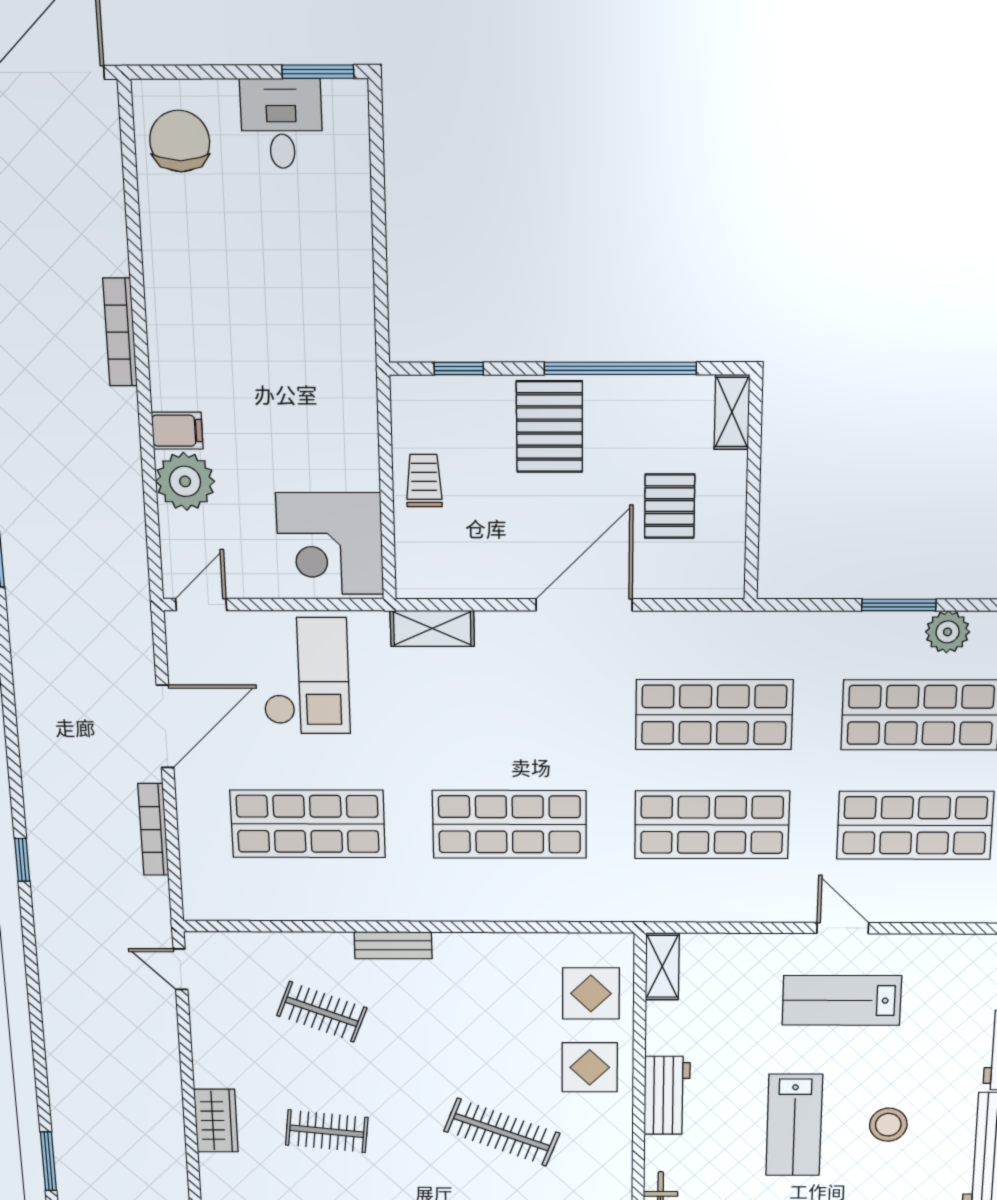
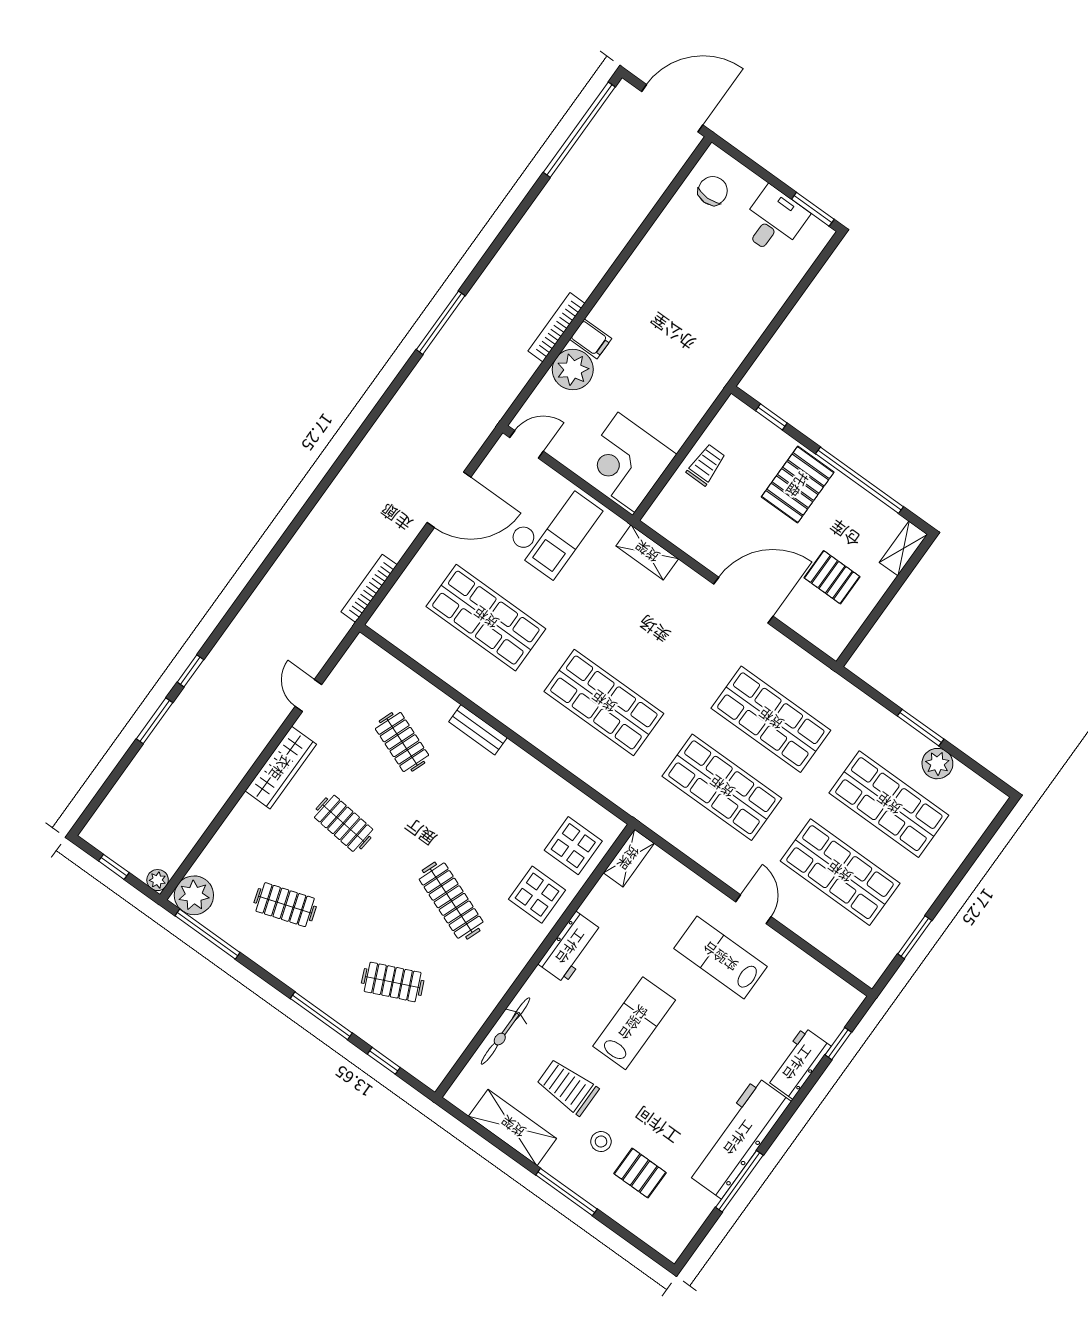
chair: (180, 141) -> (713, 191), width x0.73, depth x0.73
bookcase: (120, 332) -> (557, 327), moved
pallet: (670, 506) -> (832, 577), turned 90
bookcase: (153, 830) -> (369, 588), moved
window: (22, 860) -> (190, 671), moved
door: (180, 969) -> (308, 695), moved
wardrobe: (216, 1121) -> (281, 768), width x1.50
lab bench: (794, 1125) -> (634, 1023), turned 180
stool: (888, 1125) -> (692, 1064), removed

